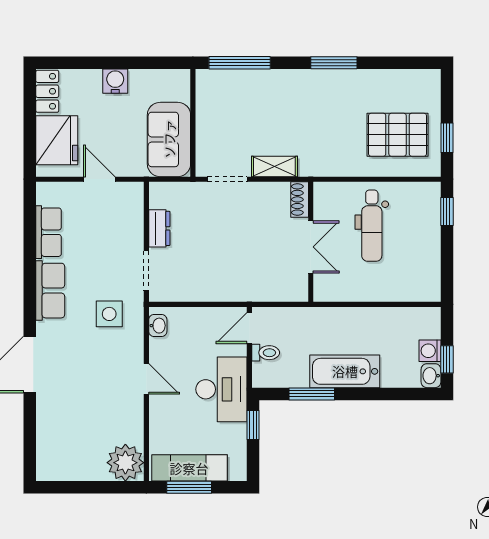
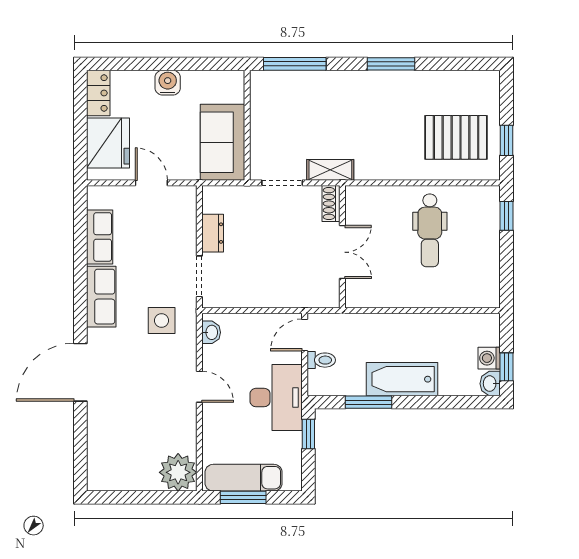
shoe rack: (300, 199) -> (331, 204), moved
wall: (311, 242) -> (342, 247), moved
double door: (311, 247) -> (342, 252), moved

